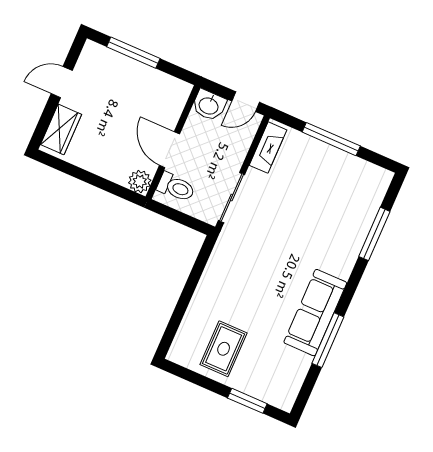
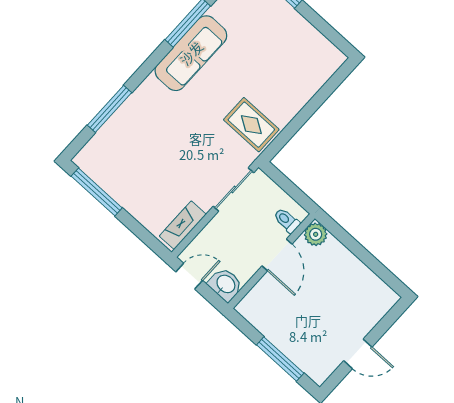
wardrobe: (61, 129) -> (374, 309), removed
window: (331, 139) -> (97, 192), moved
toilet: (176, 187) -> (287, 221), width x0.73, depth x0.72
rug: (224, 349) -> (251, 125), moved, turned 90

